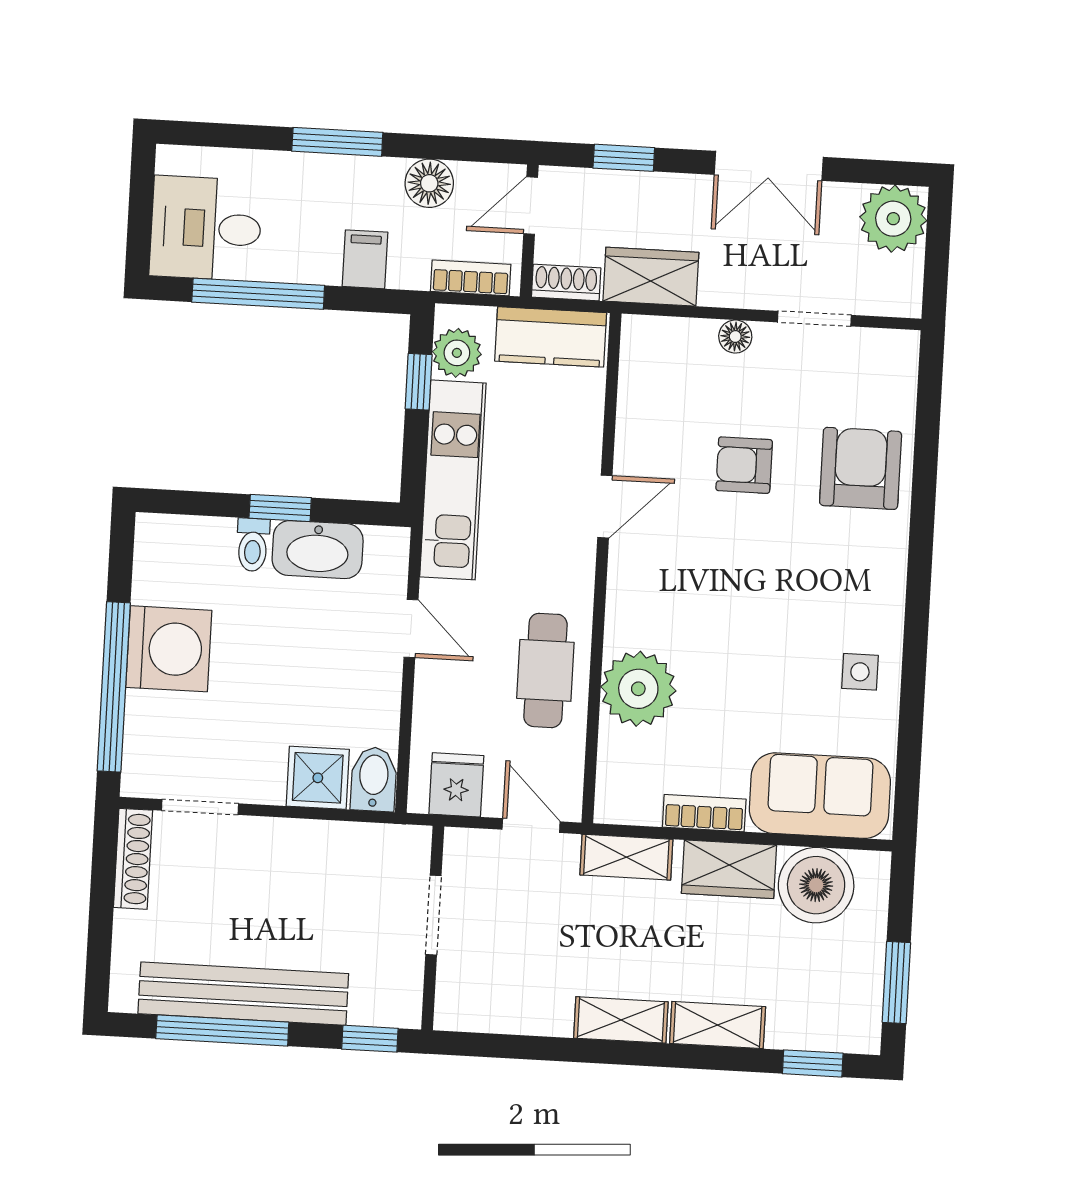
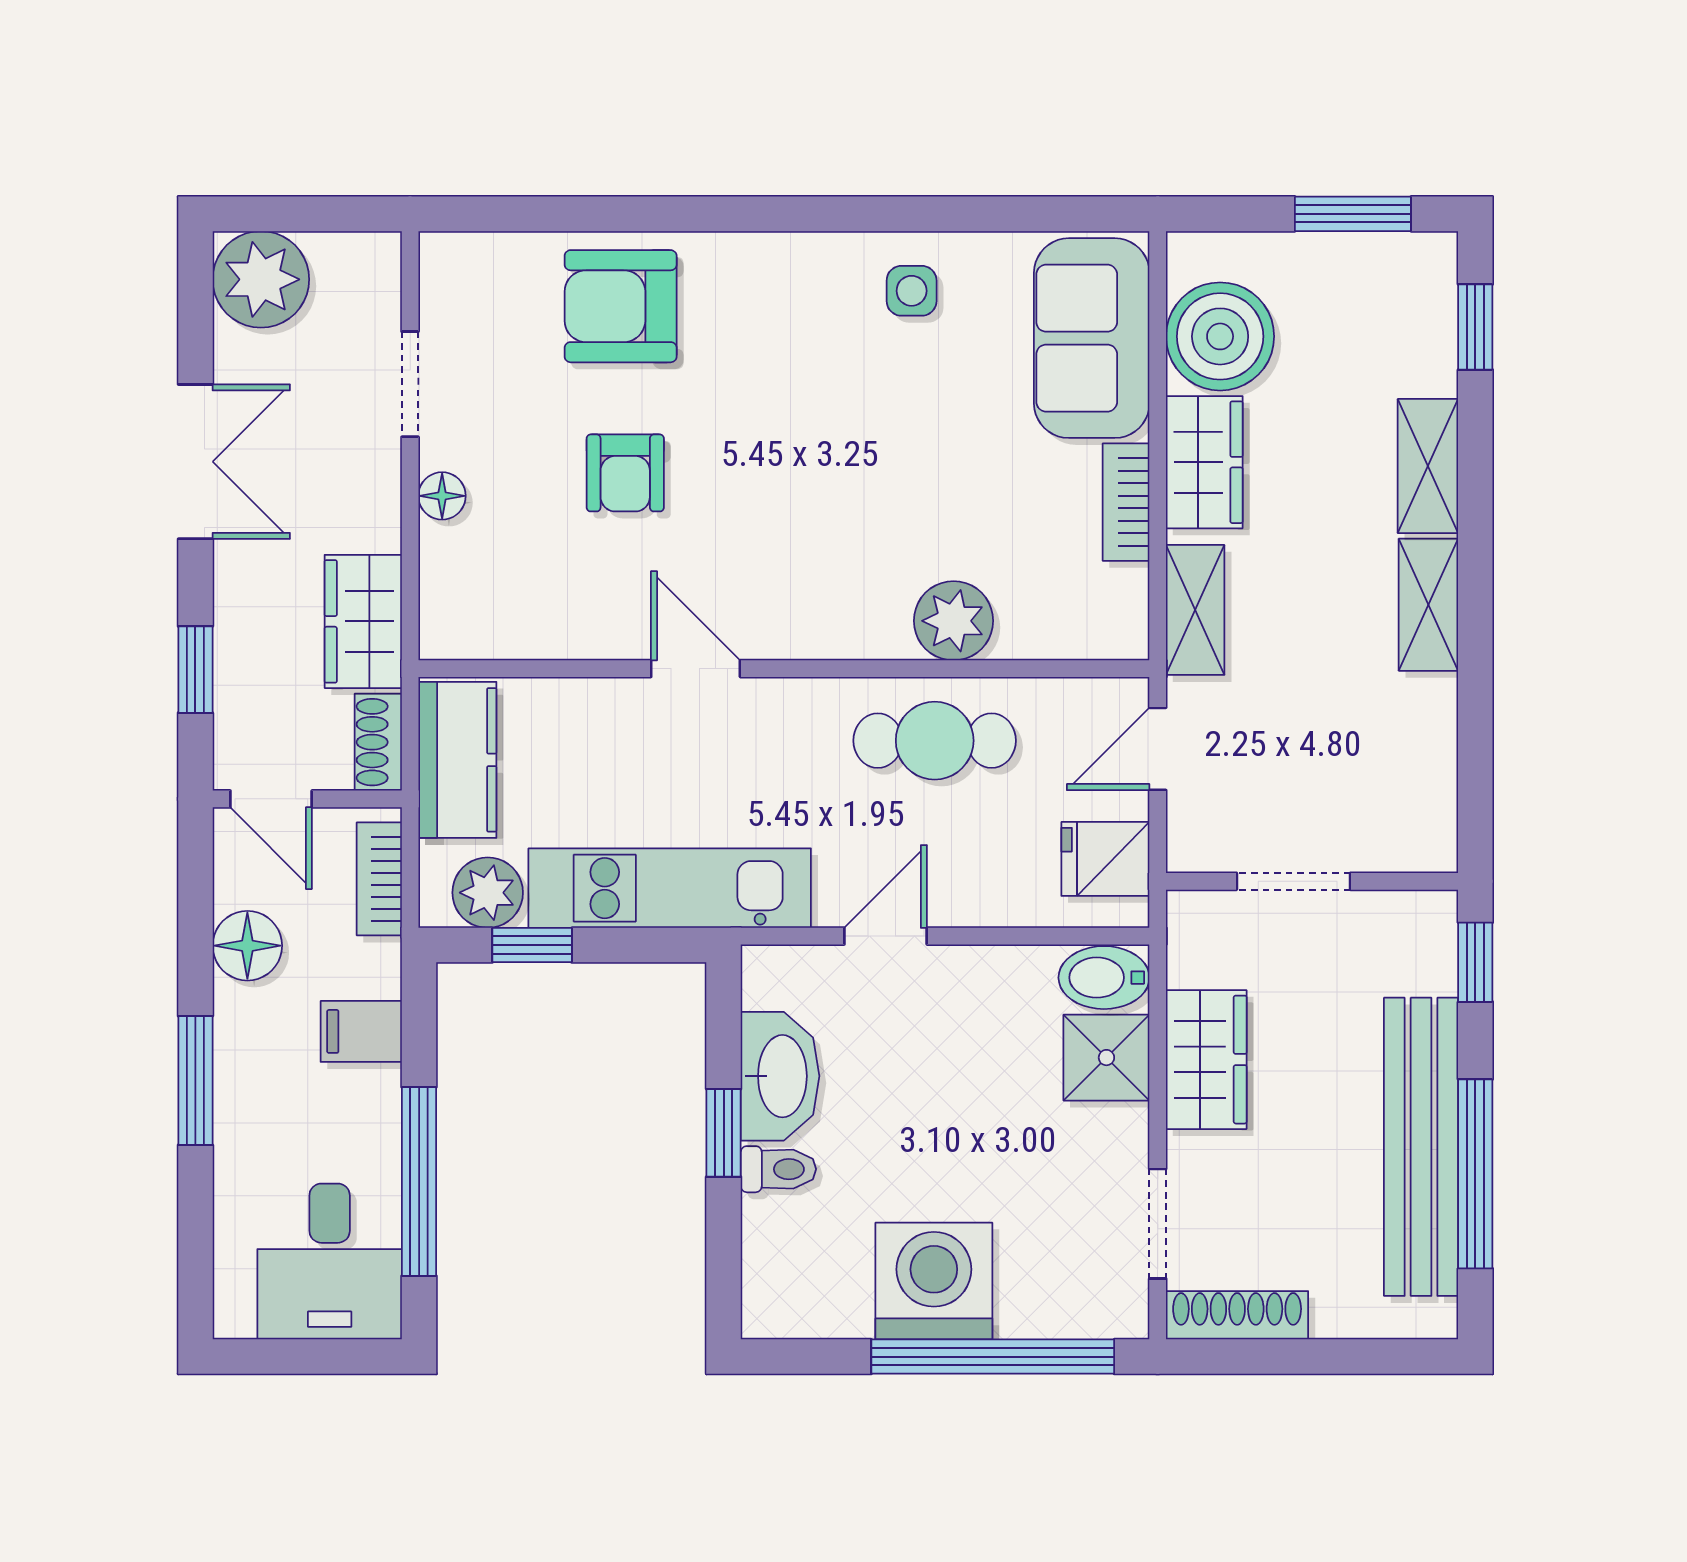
plant: (638, 689) -> (954, 621), width x0.73, depth x0.73
wardrobe: (313, 847) -> (1206, 1060), added

